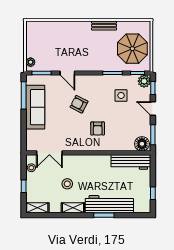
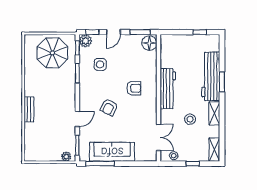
bench: (104, 25) -> (29, 109), moved
workbench: (131, 162) -> (168, 89), moved

